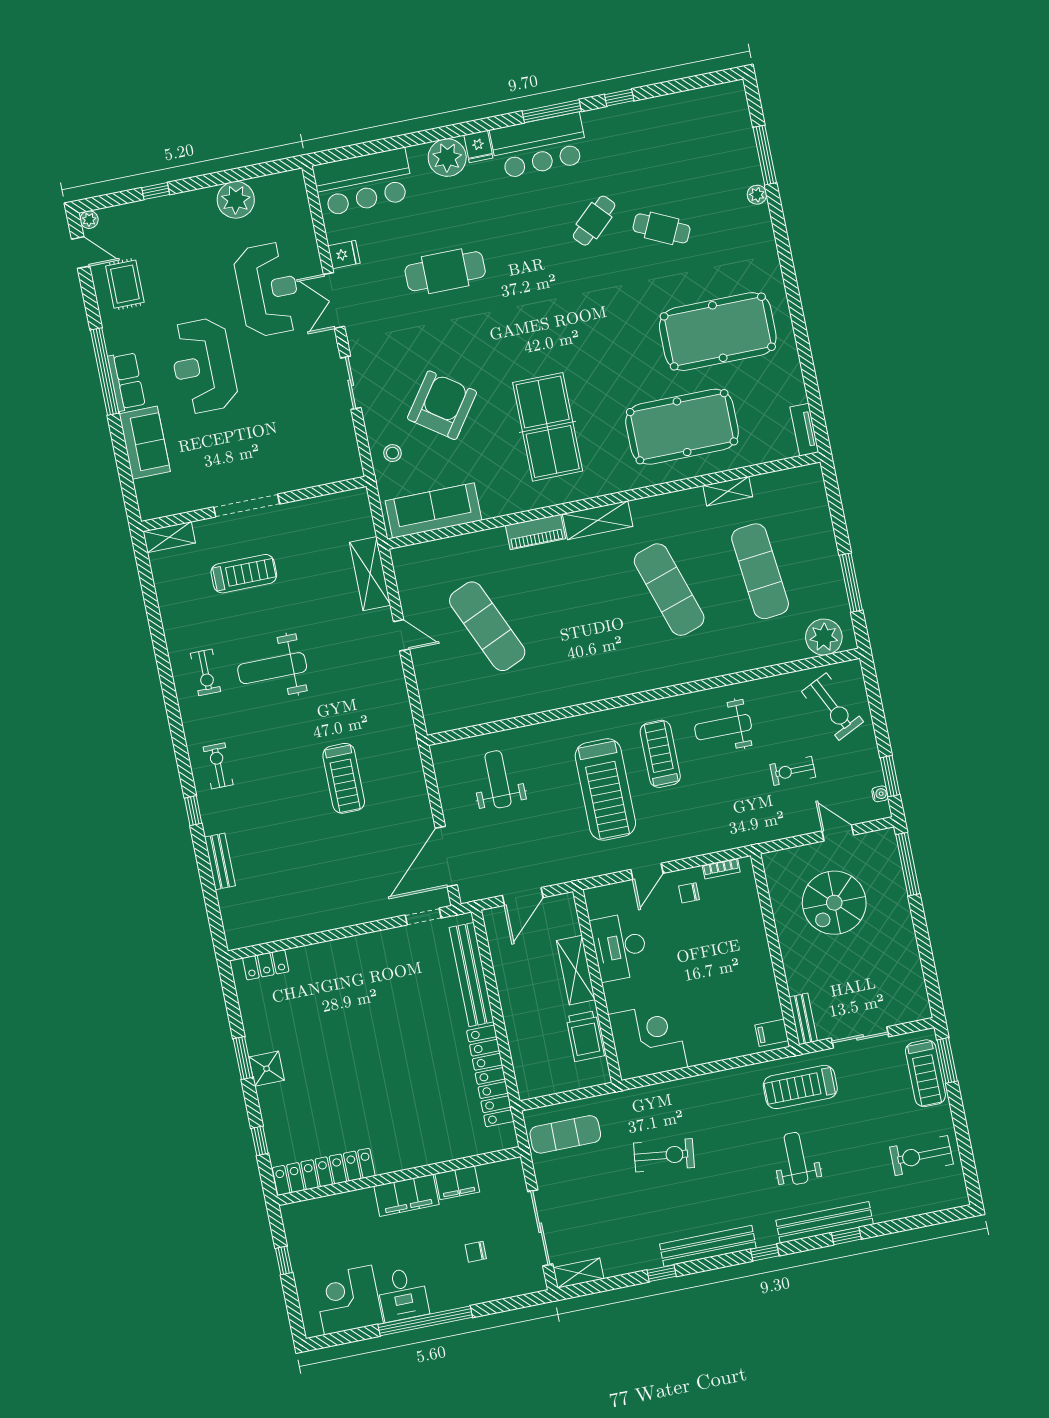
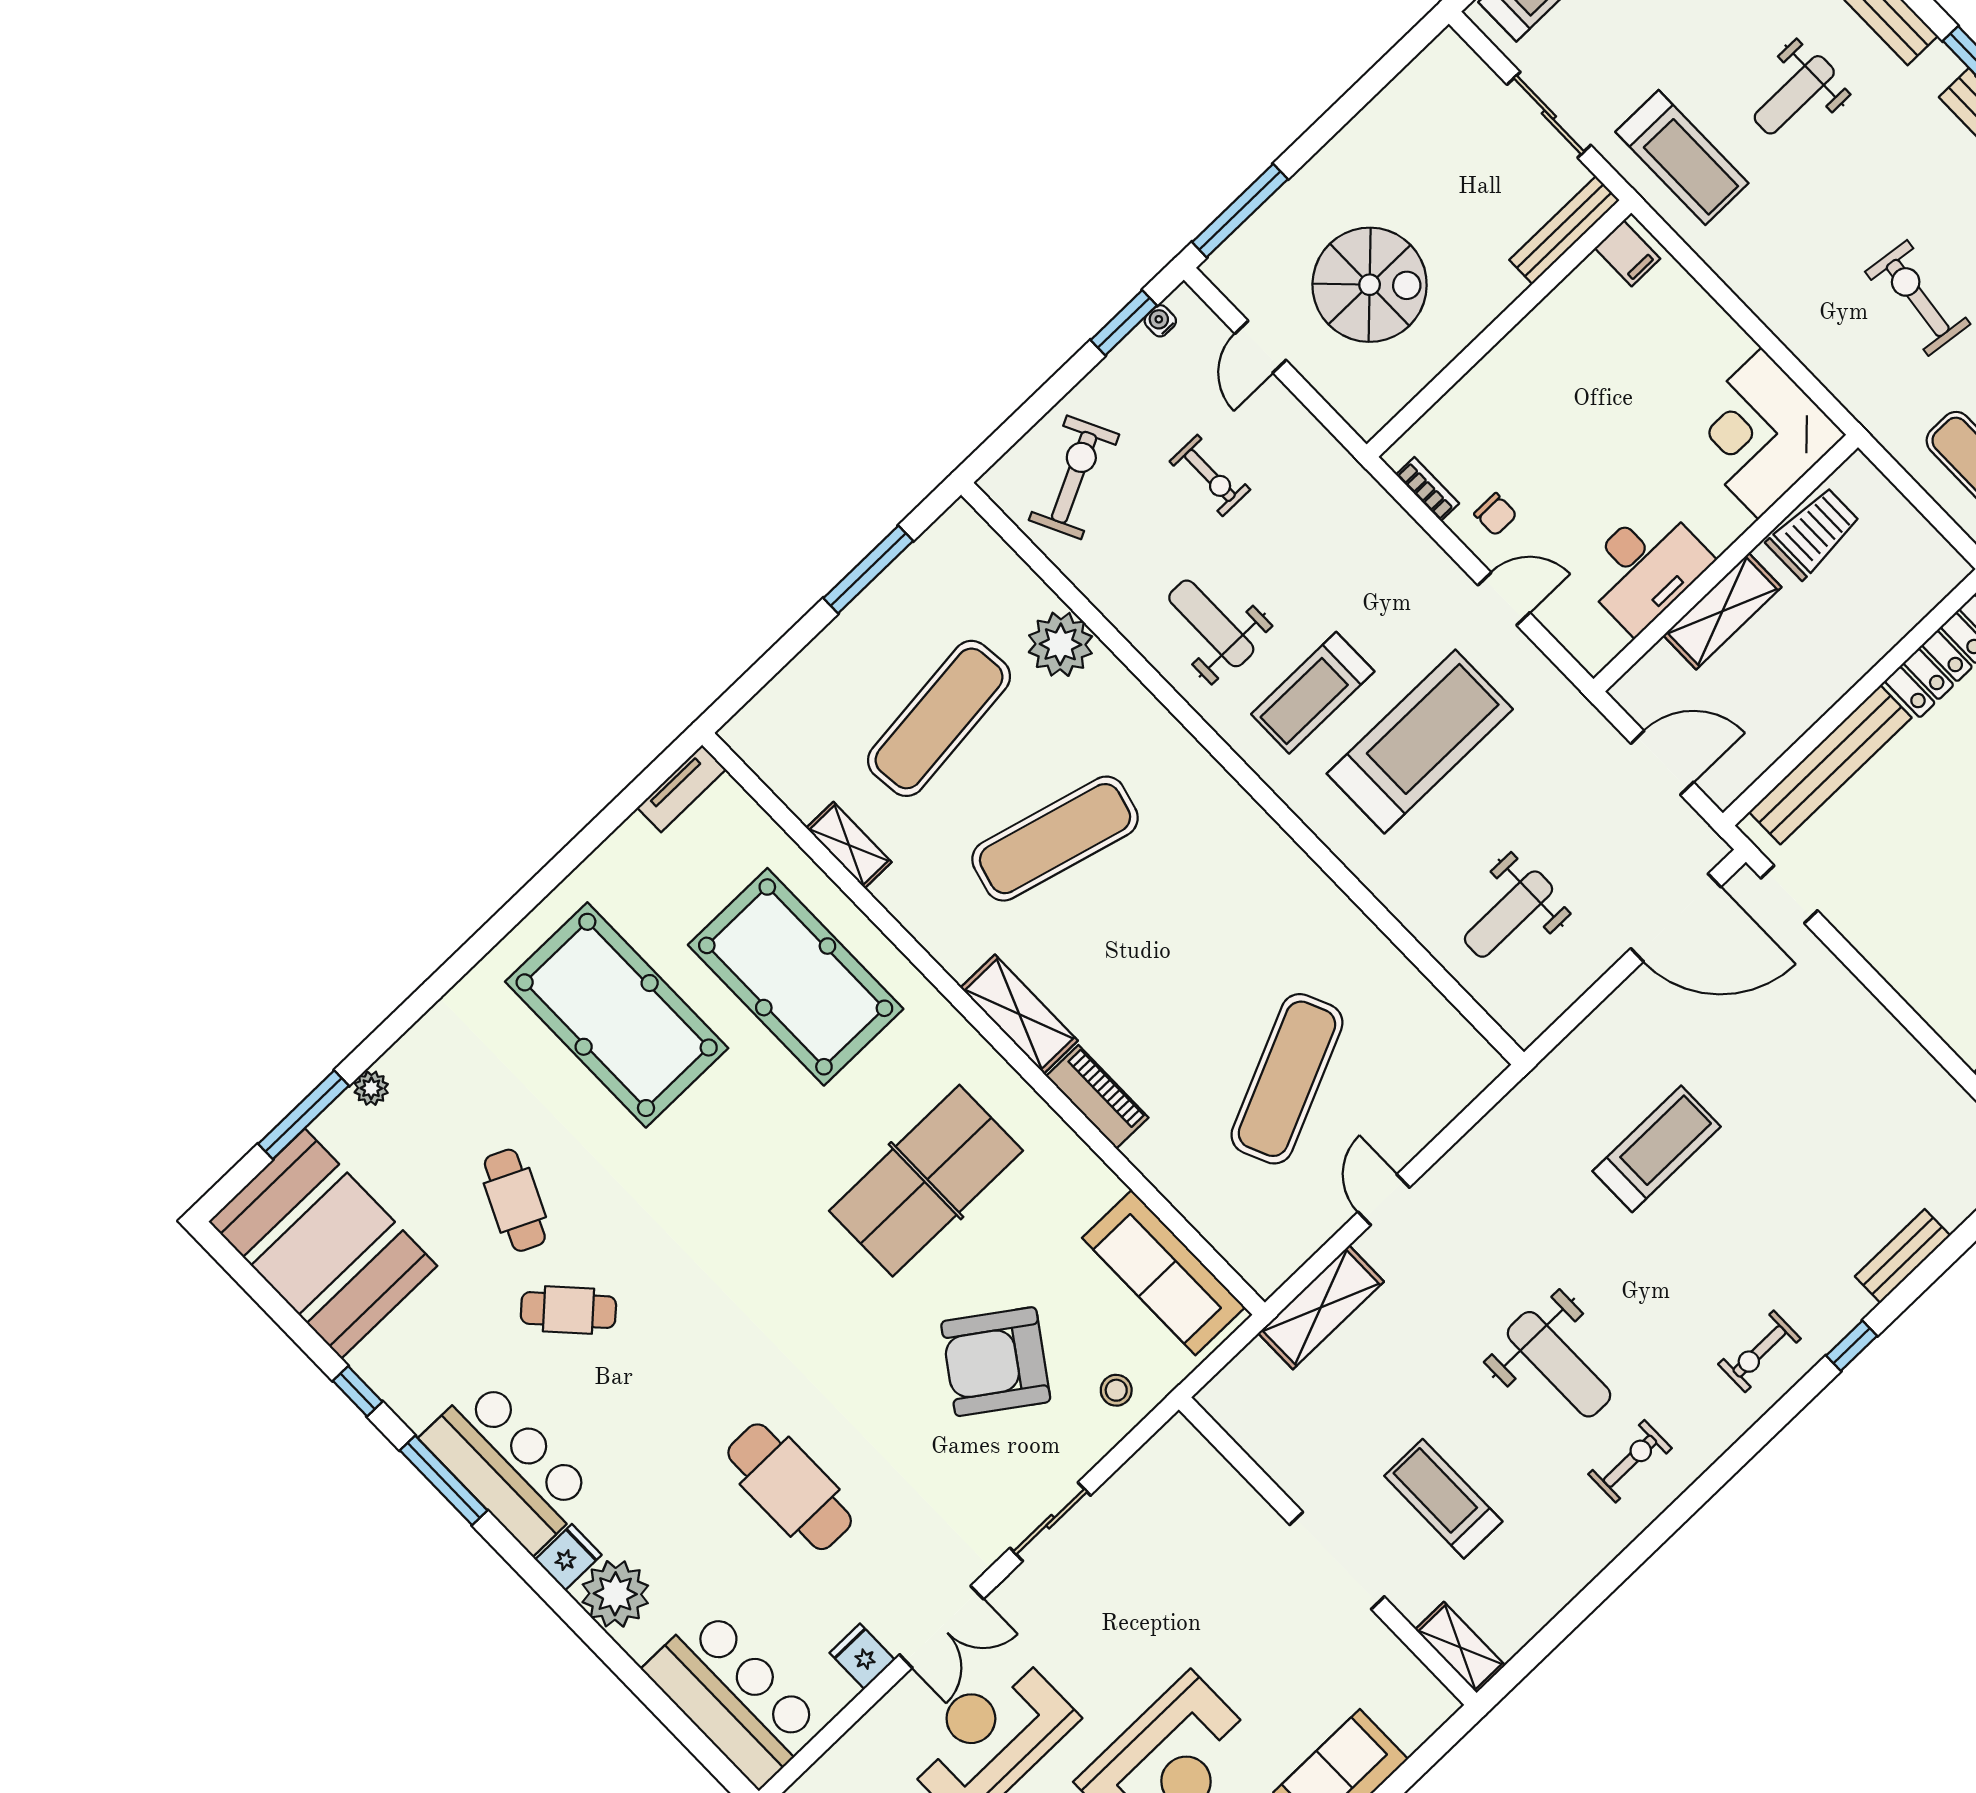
booth: (699, 126) -> (323, 1244), added
exercise mat: (669, 590) -> (1055, 839), turned 33
plant: (824, 637) -> (1060, 644), moved
weight bench: (723, 727) -> (1211, 623), turned 180
bench: (803, 1019) -> (1564, 230), width x1.36

